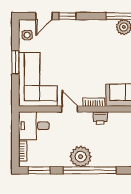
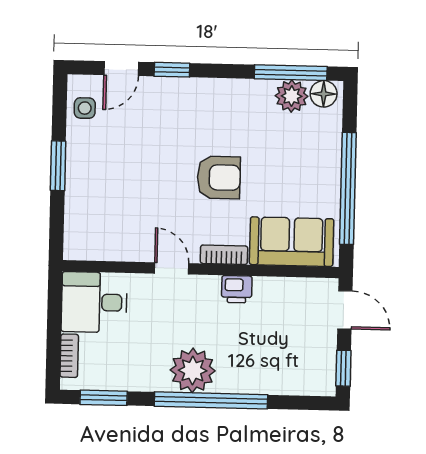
armchair: (91, 66) -> (219, 177), added
corner sofa: (38, 79) -> (105, 203), removed

